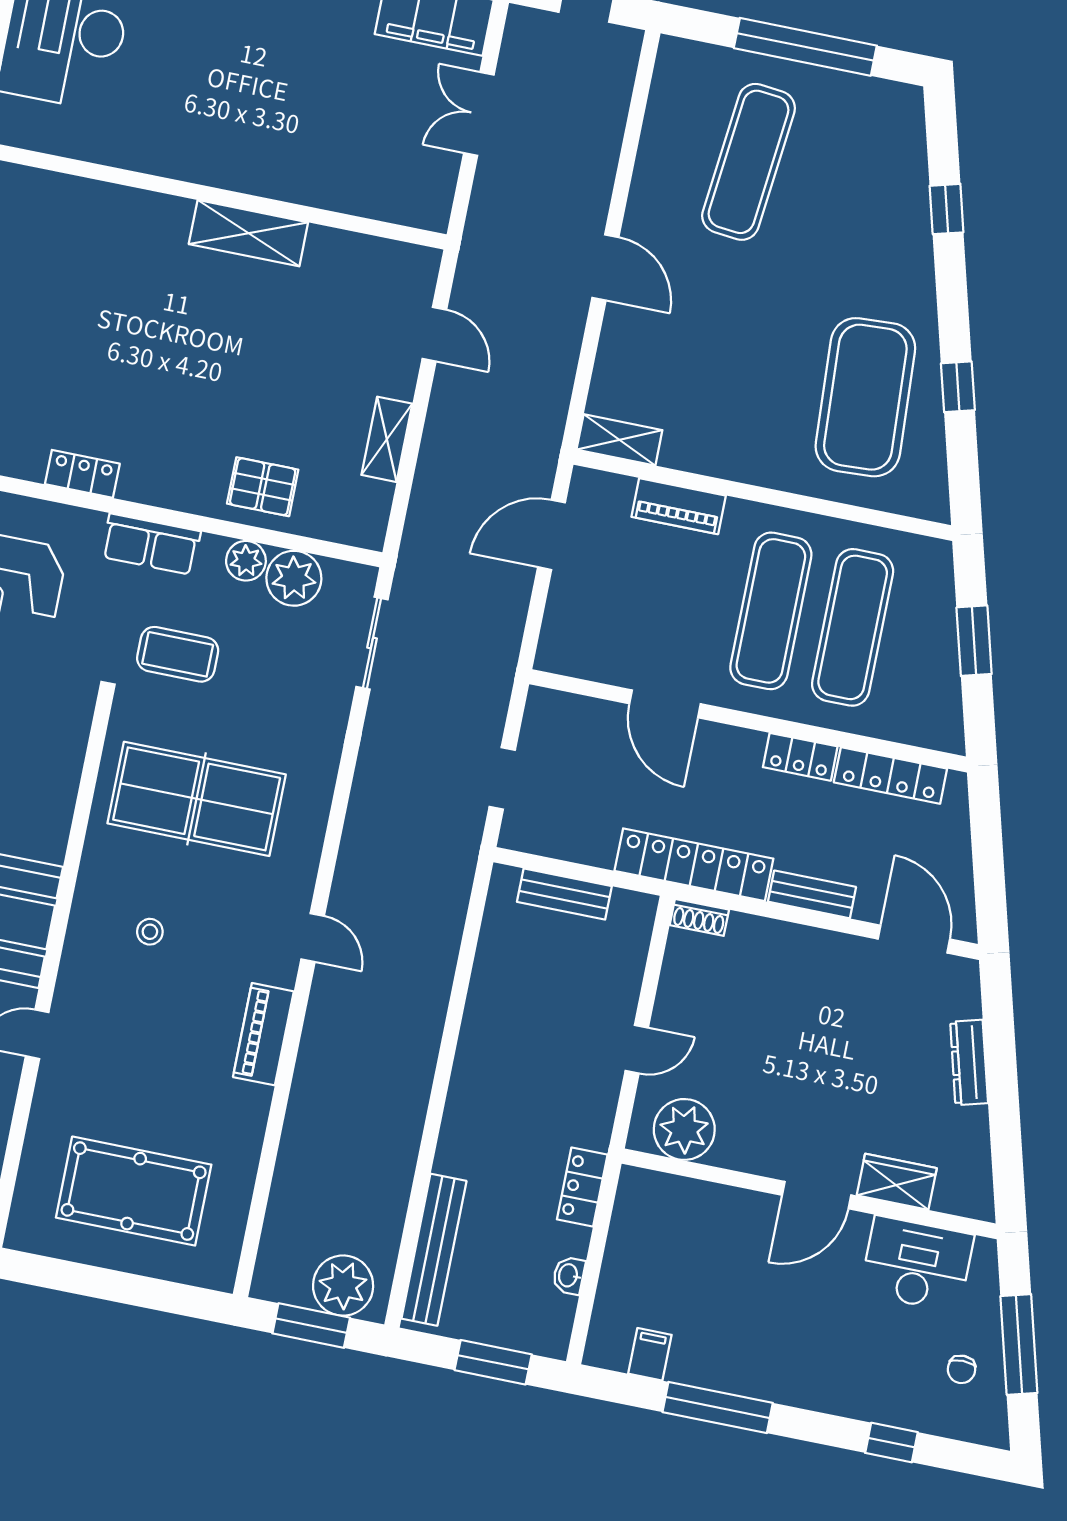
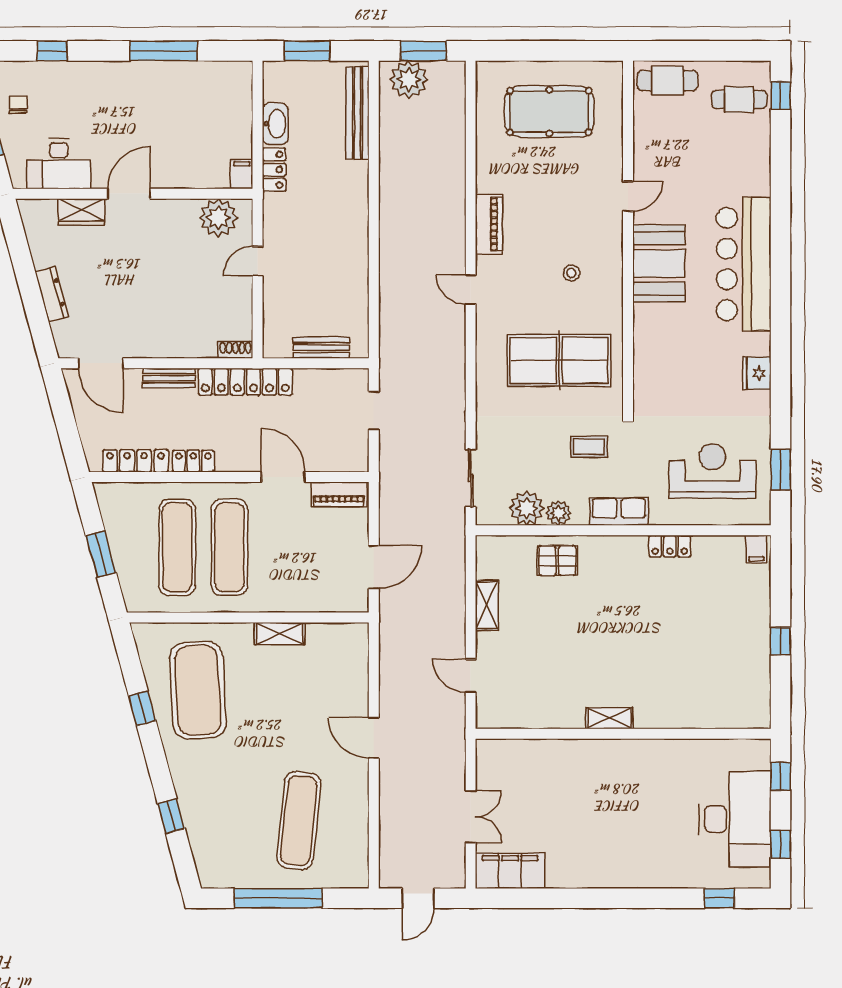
shelving: (248, 233) -> (609, 718), width x0.67, depth x0.75
shelving: (619, 440) -> (280, 634), moved
piano: (679, 506) -> (339, 494), moved, turned 180
coffee table: (178, 654) -> (589, 447), width x0.73, depth x0.77
washbasin: (569, 1275) -> (275, 124), width x1.91, depth x1.45
filing cabinet: (650, 1354) -> (242, 174), moved, turned 180

